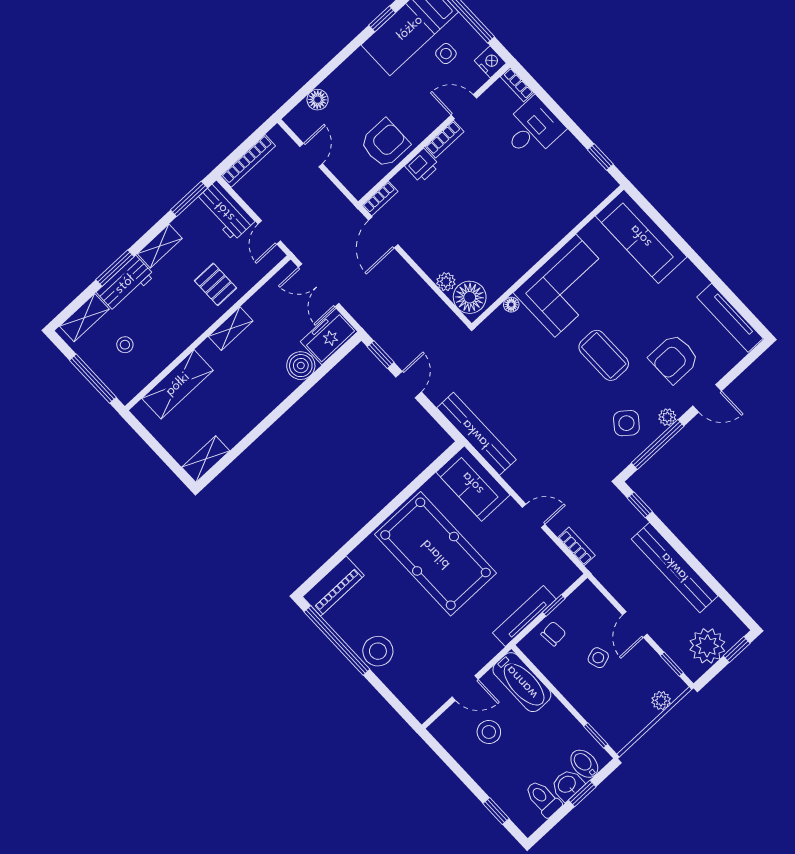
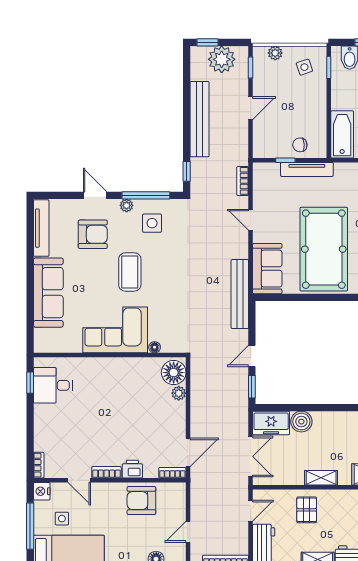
desk: (532, 129) -> (53, 385), moved
sofa: (641, 236) -> (48, 293), moved
side table: (626, 423) -> (152, 223), turned -38
side table: (598, 658) -> (304, 67), moved

